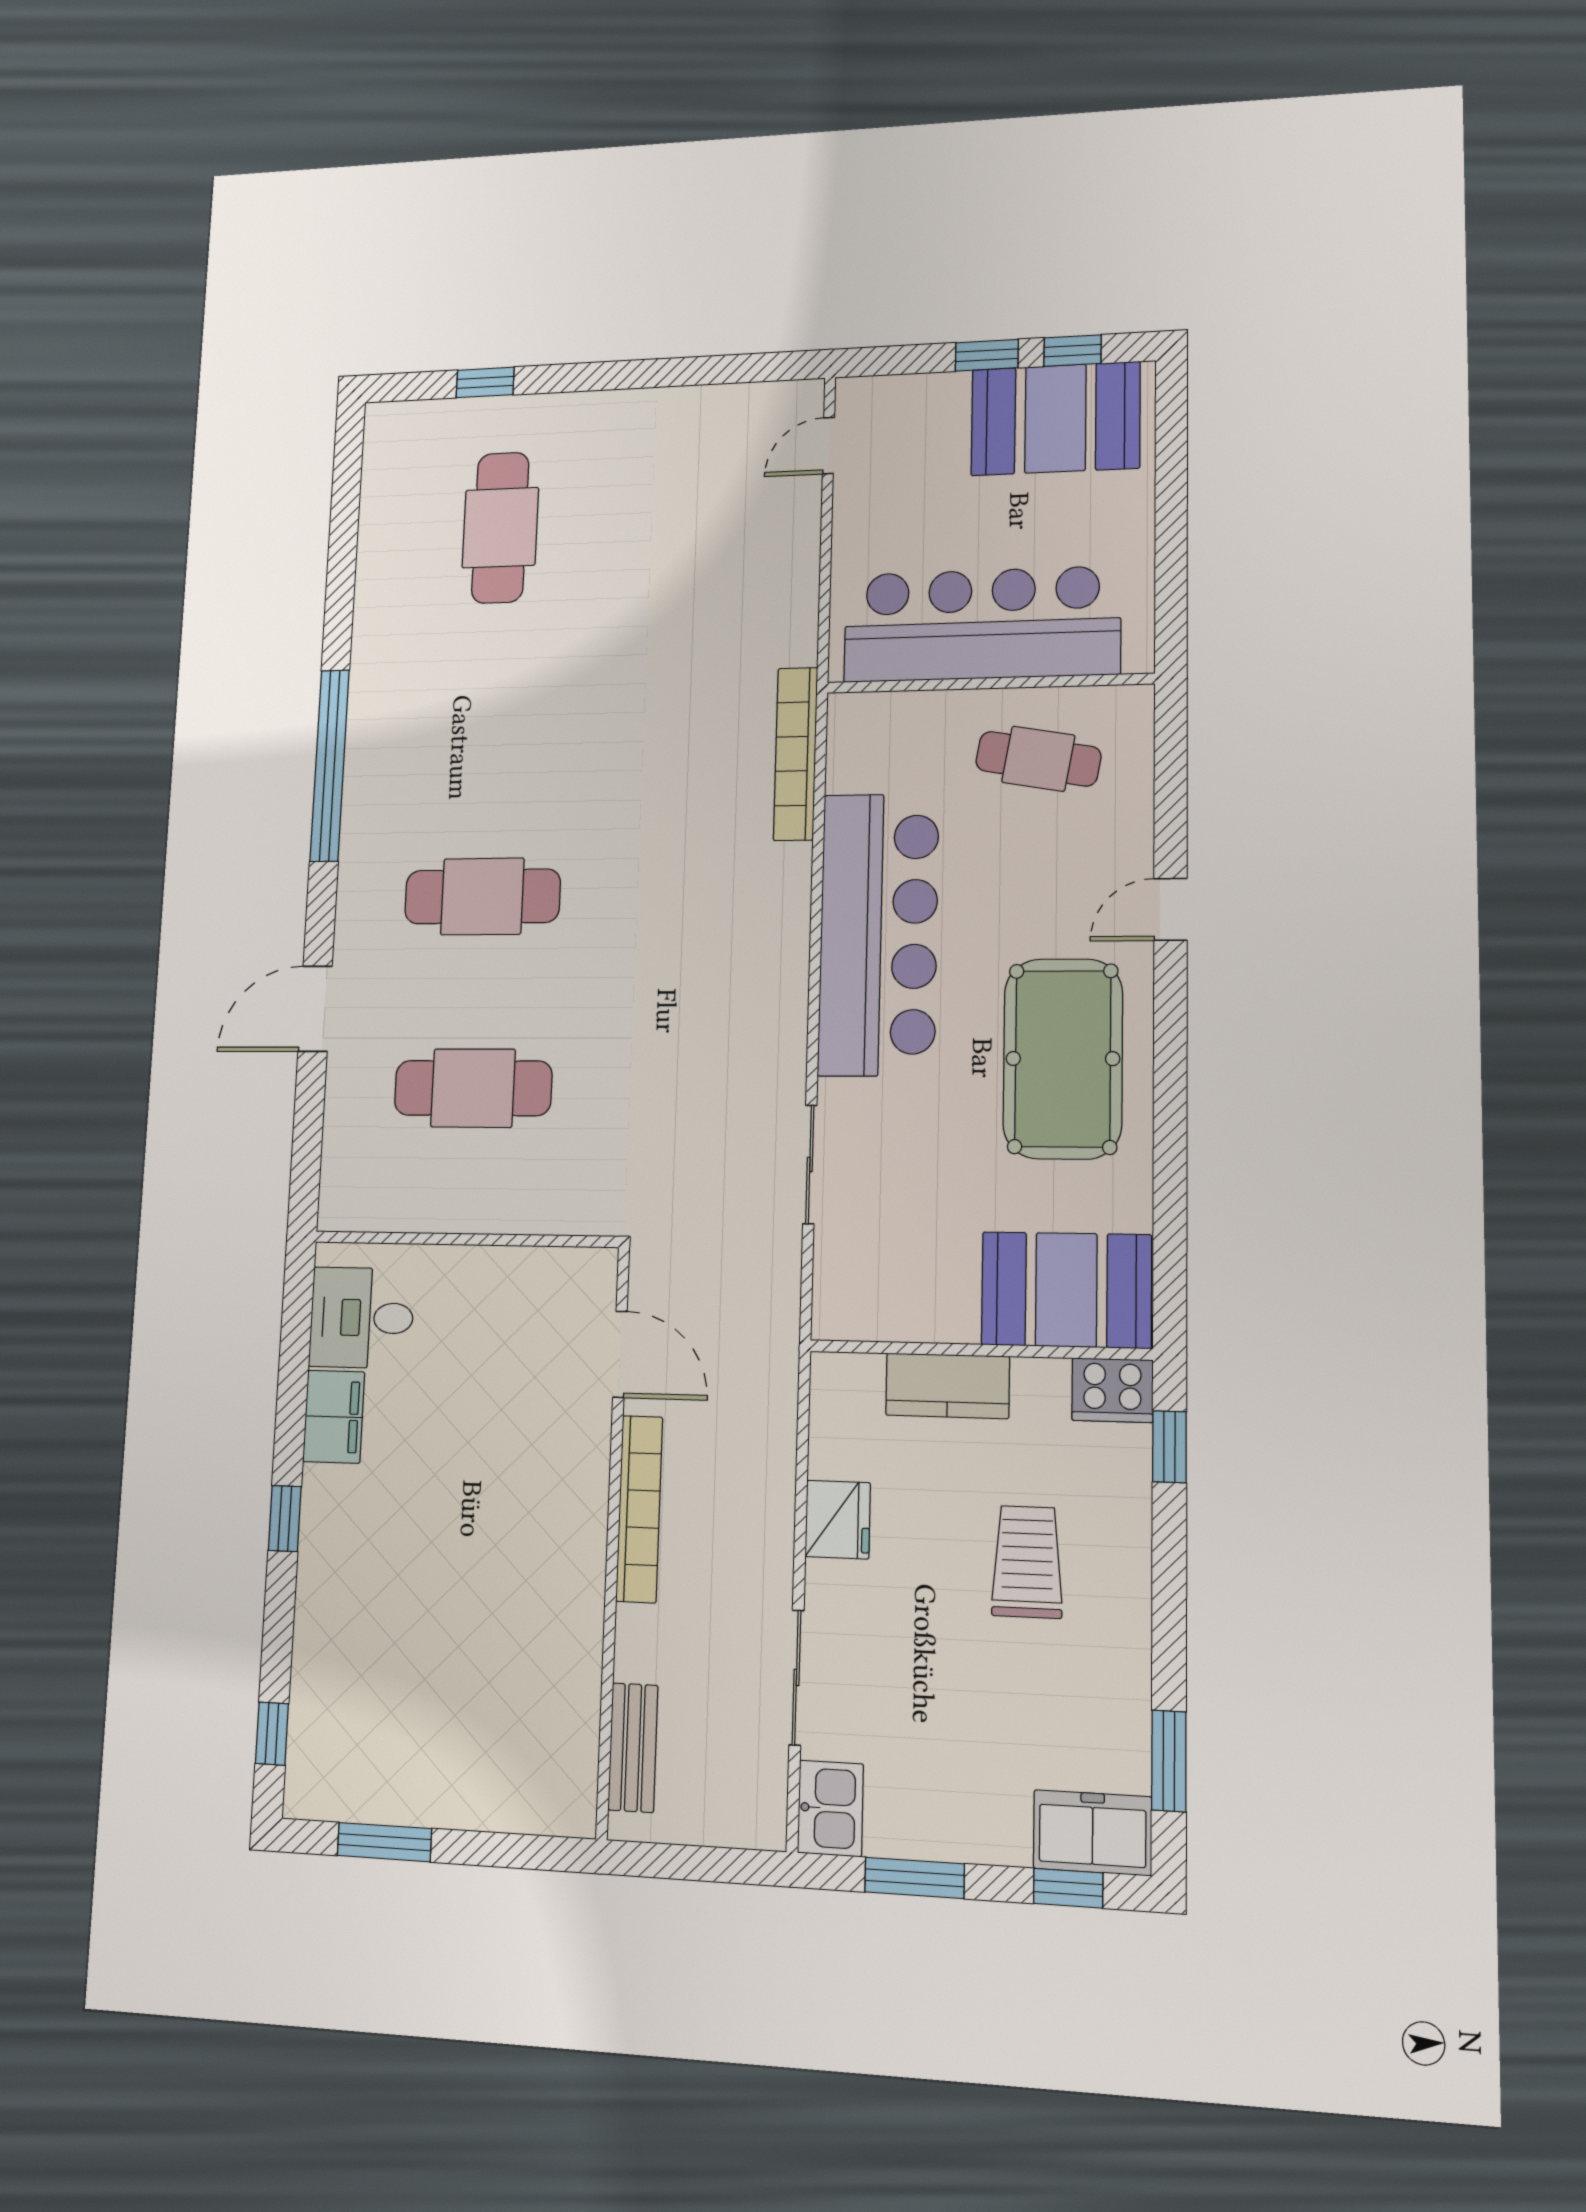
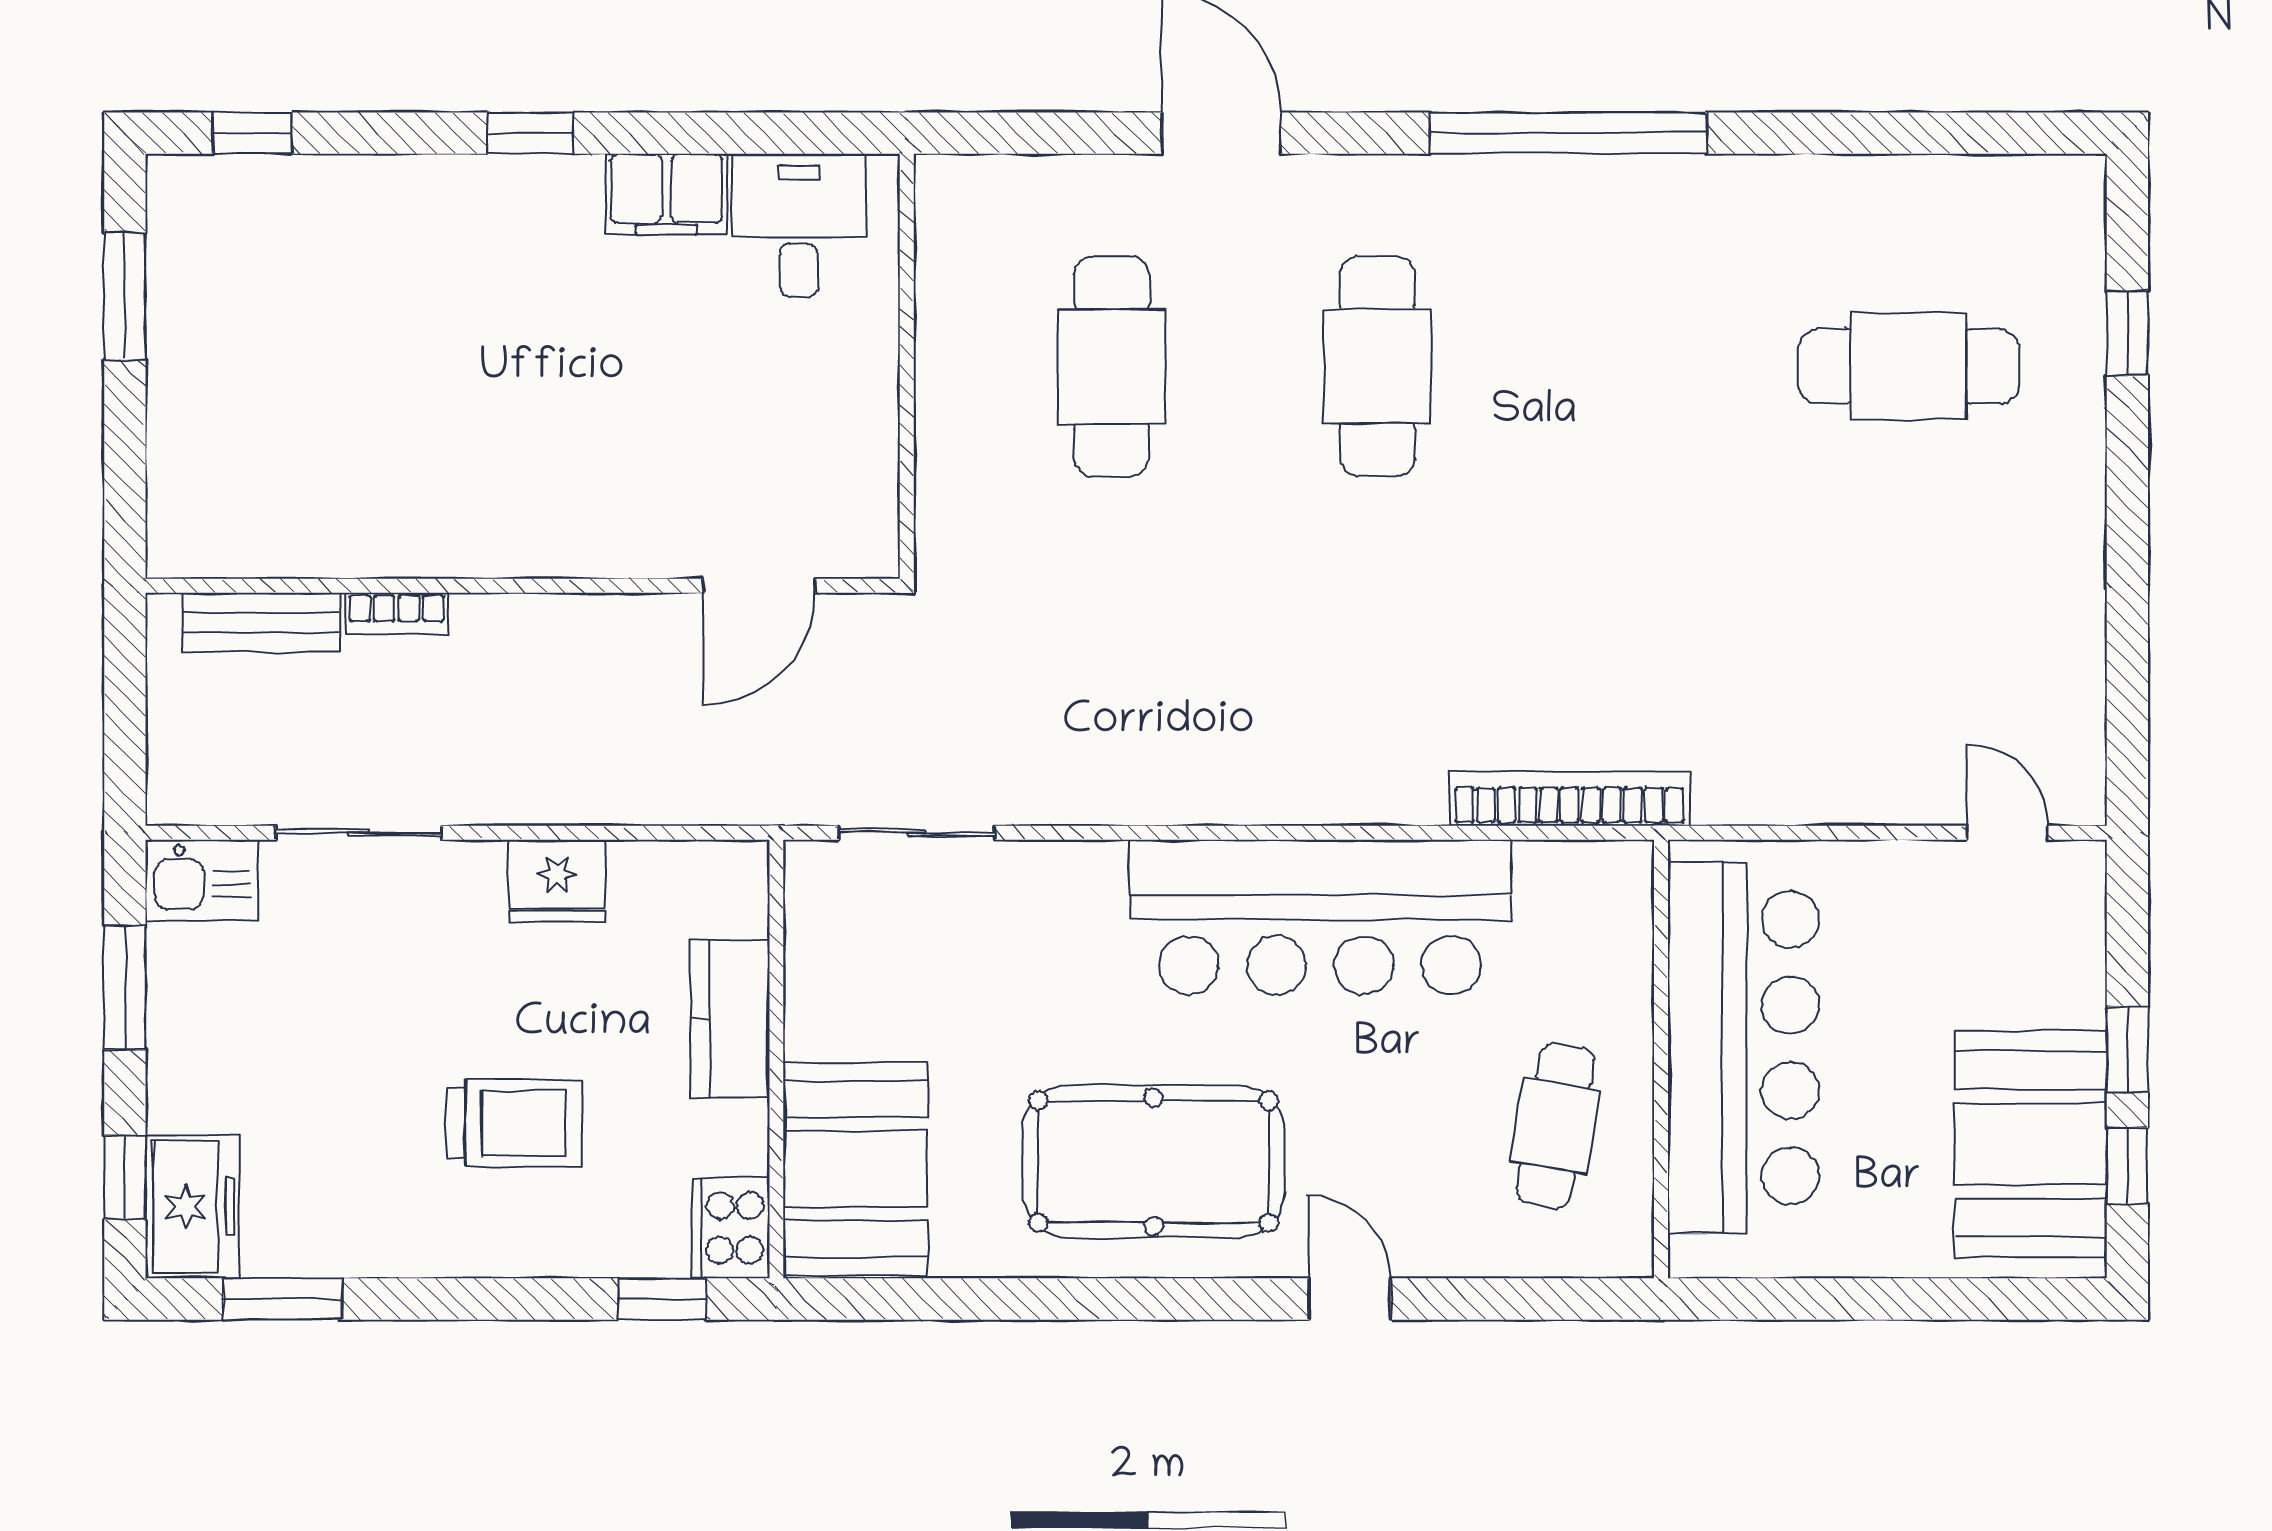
sliding door: (810, 1164) -> (917, 833), moved
bookcase: (639, 1509) -> (397, 613), moved, width x0.43, depth x0.76

